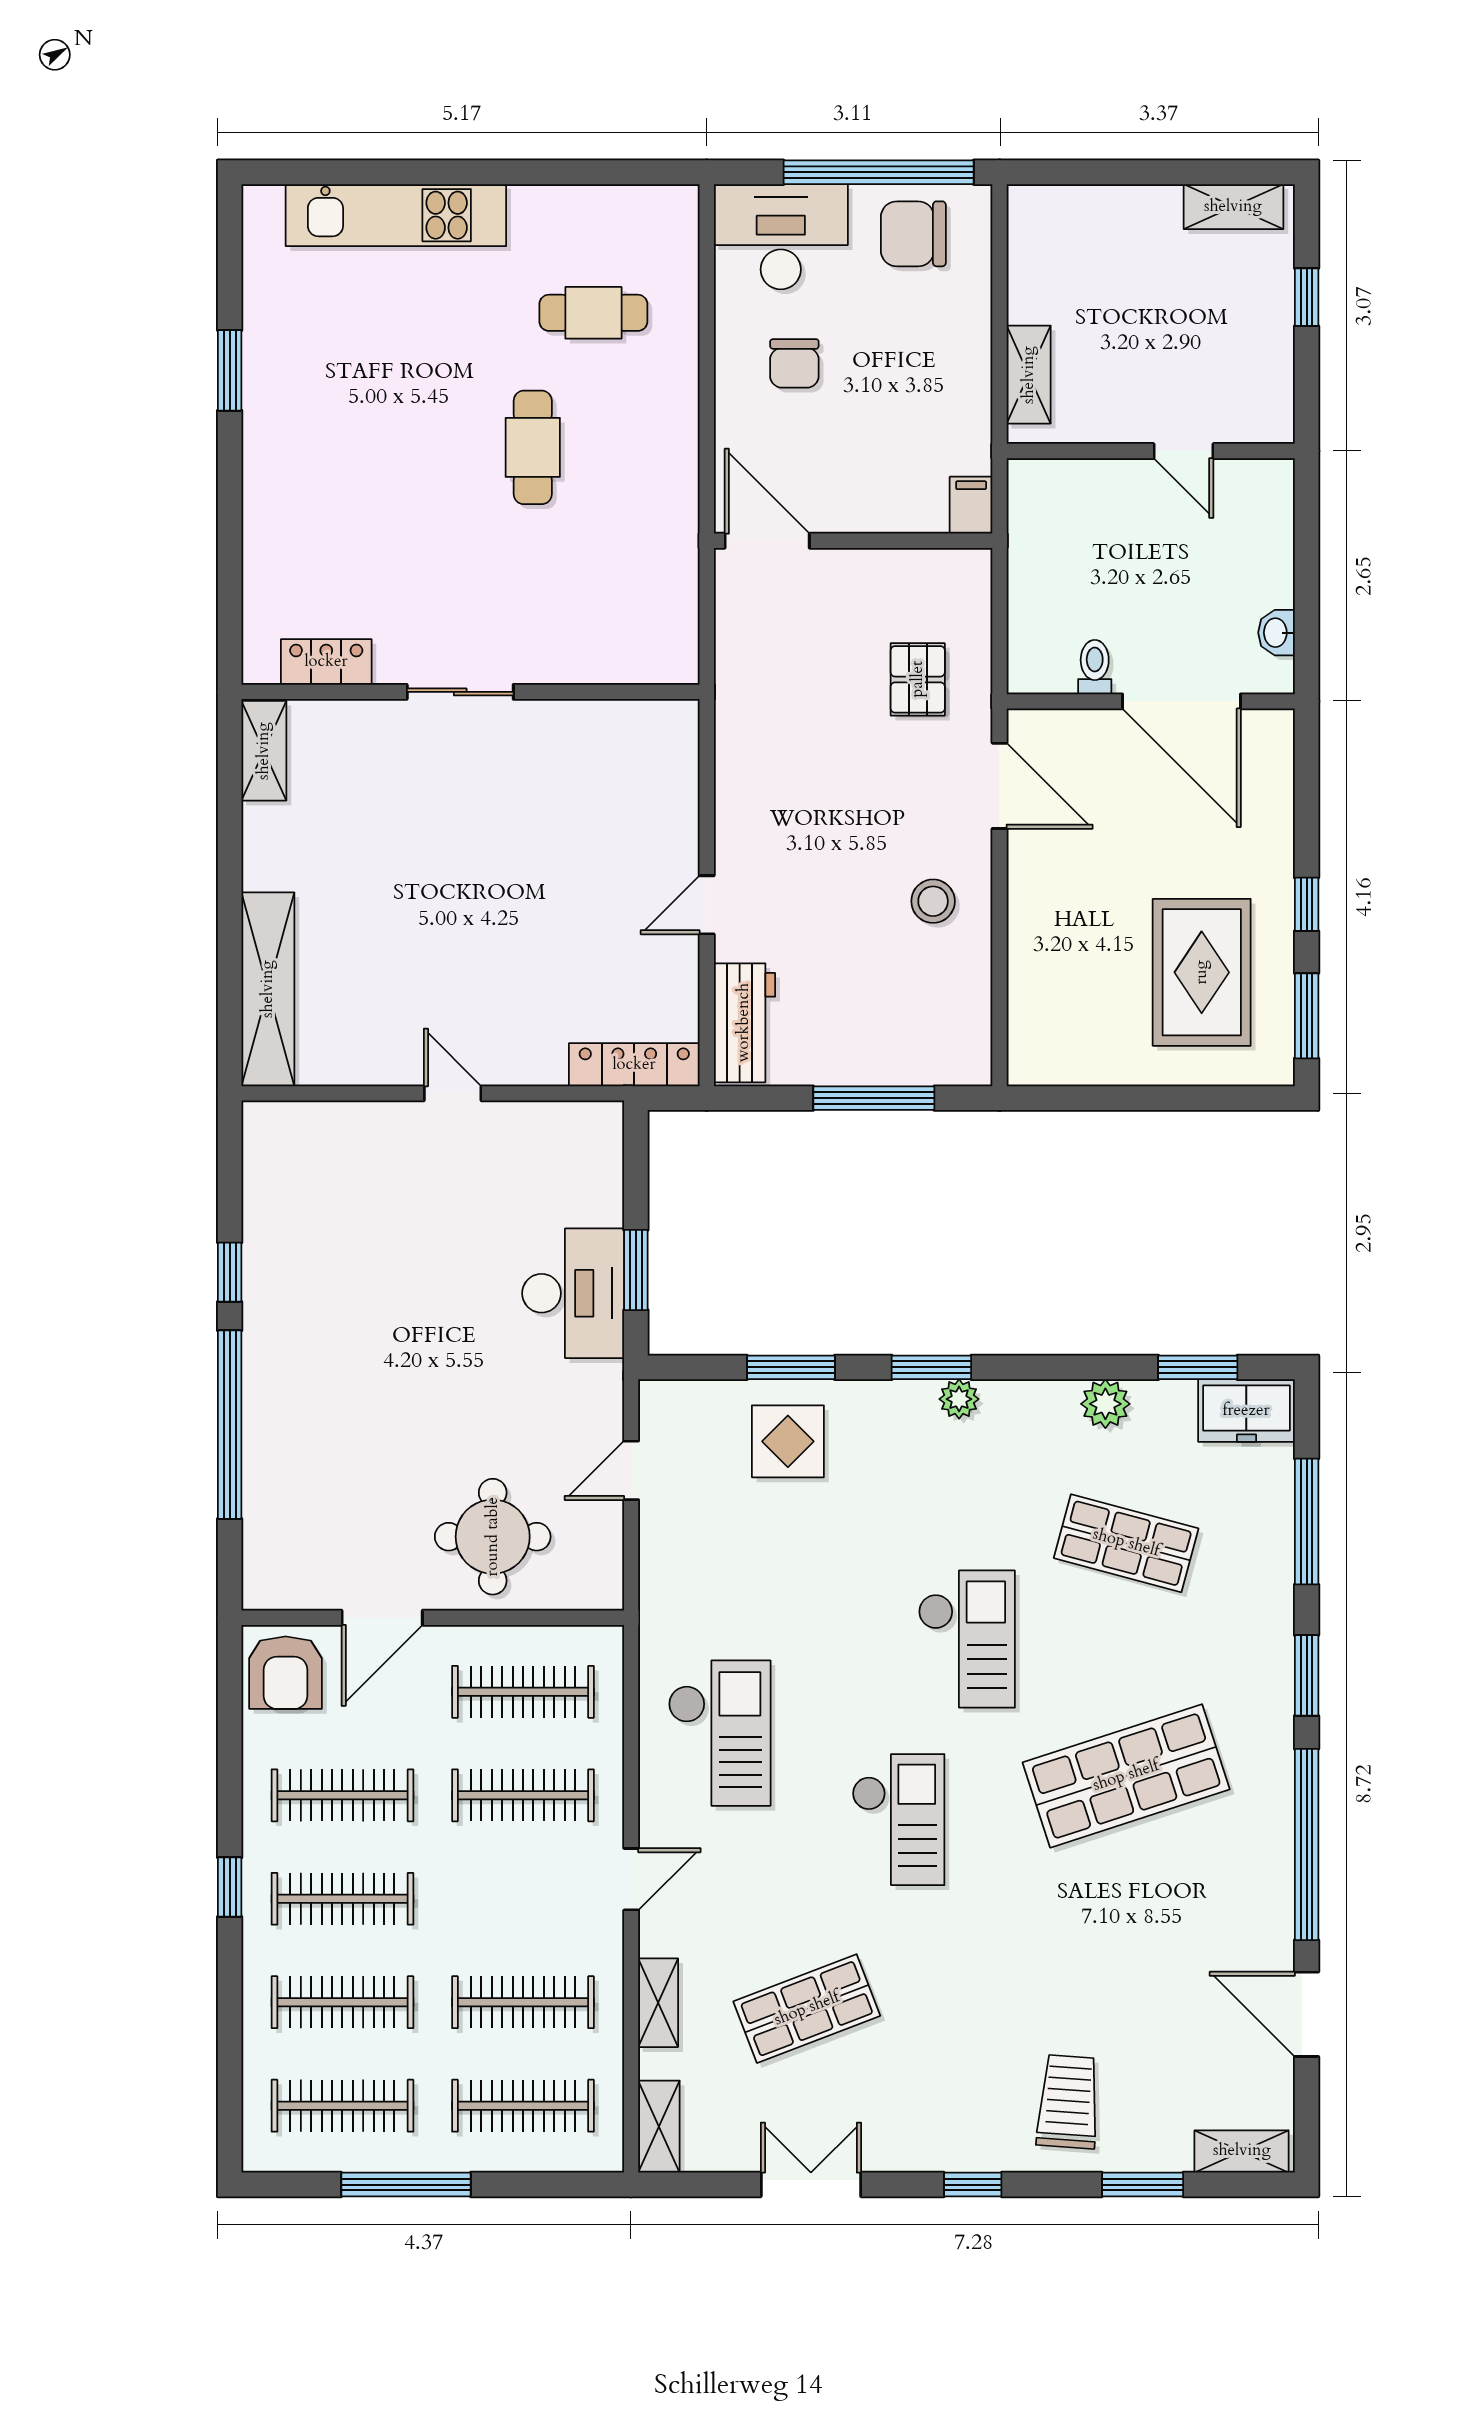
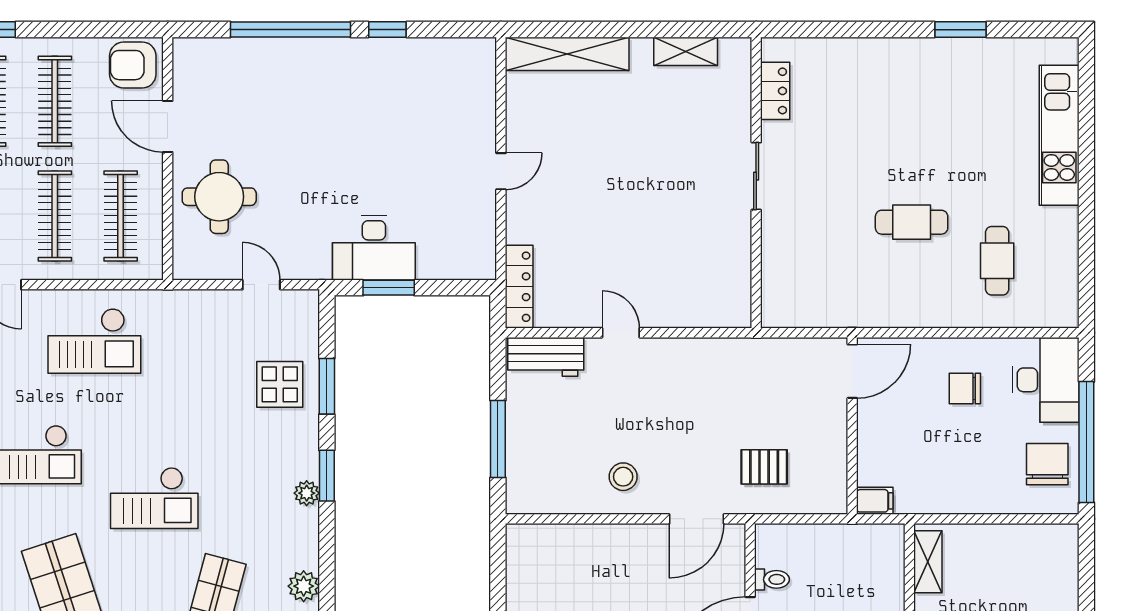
shelving: (1029, 375) -> (928, 562), moved, turned 90
shelving: (264, 751) -> (686, 51), moved

